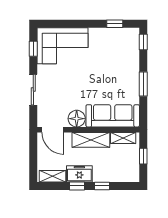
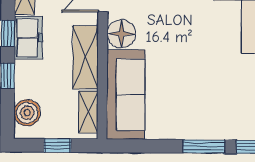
window: (143, 84) -> (204, 146), moved
boiler: (124, 174) -> (27, 113), added

